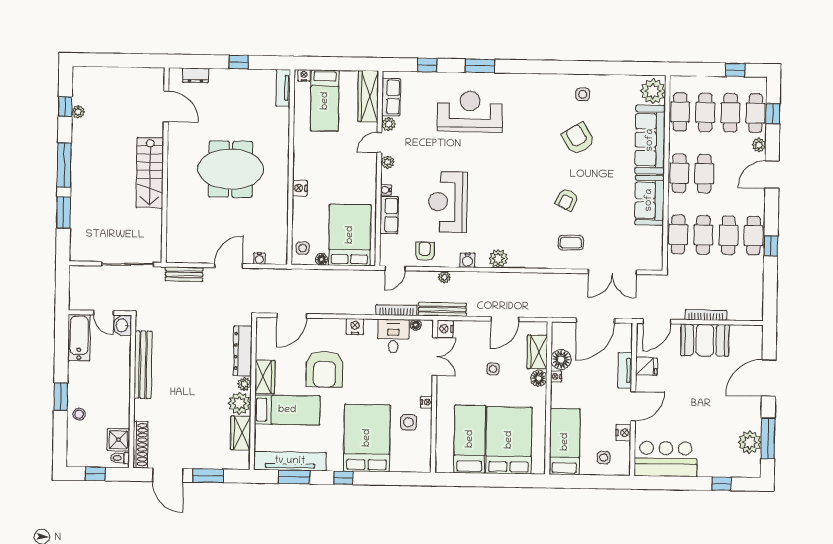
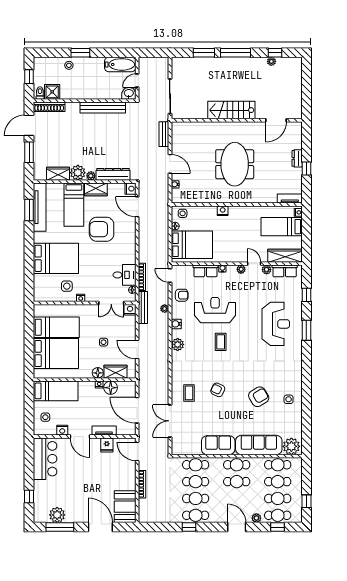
dresser: (196, 75) -> (297, 158), moved
coffee table: (495, 194) -> (221, 342), added
nightstand: (355, 327) -> (131, 189), moved
booth: (705, 340) -> (125, 507), moved
window: (343, 478) -> (29, 243), removed

